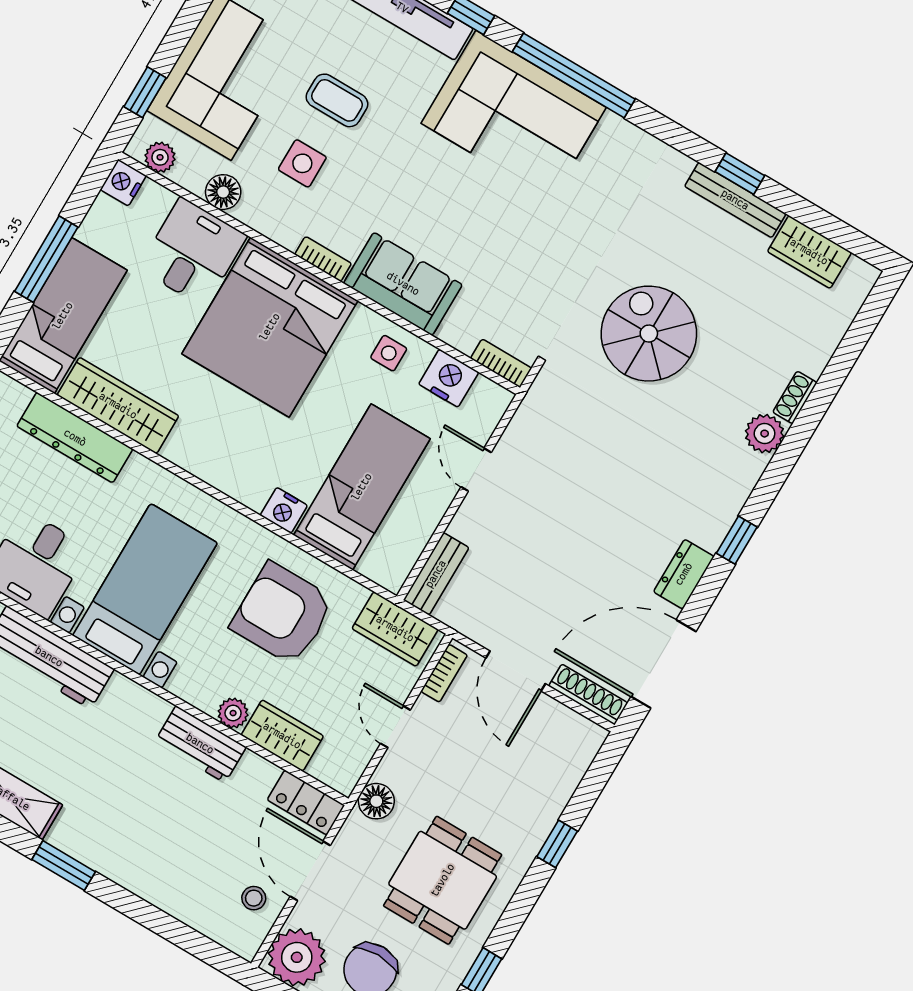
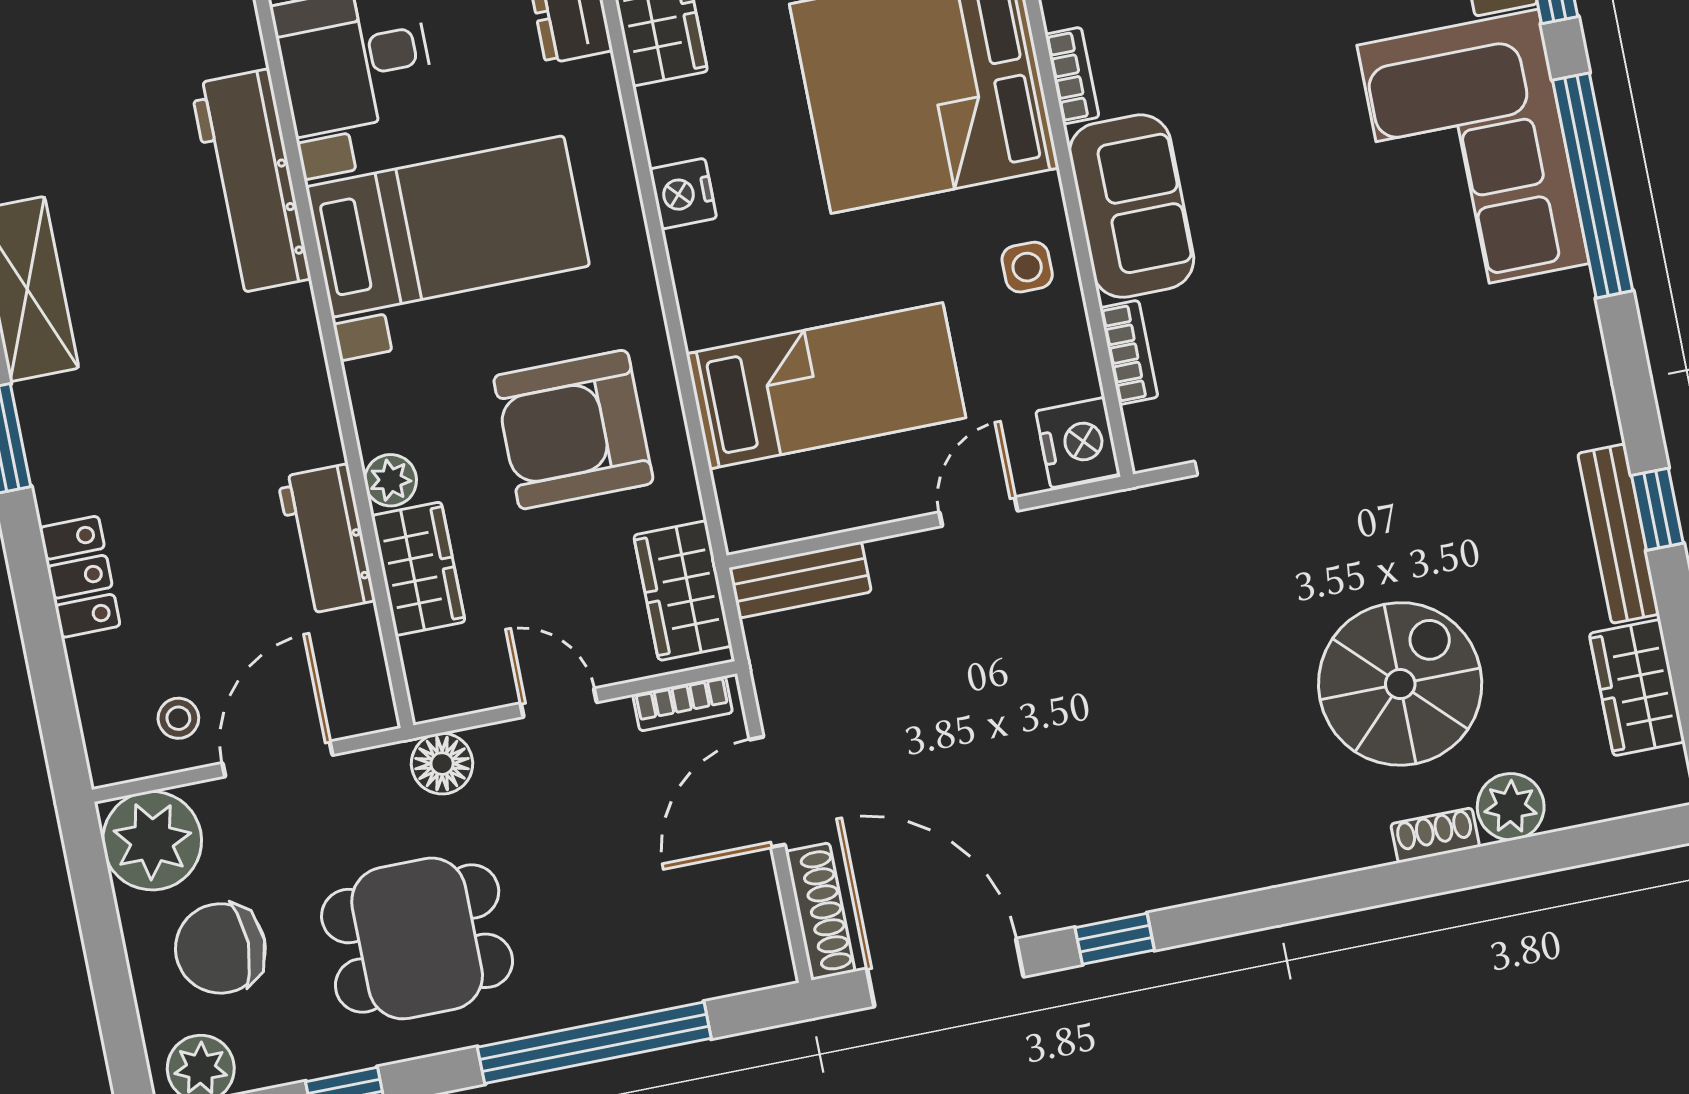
spiral stairs: (649, 334) -> (1400, 684), moved
bookcase: (501, 363) -> (1129, 352), moved
nightstand: (449, 378) -> (1078, 443), moved
plant: (765, 434) -> (1511, 807), moved
nightstand: (284, 510) -> (683, 194), moved
window: (737, 540) -> (1115, 939), moved
dresser: (684, 574) -> (1083, 896), removed
armchair: (282, 614) -> (573, 430), turned -90
door: (395, 727) -> (559, 703), hinge flipped
workbench: (200, 744) -> (326, 539), moved
locker: (306, 803) -> (80, 577), moved, turned 180
window: (557, 844) -> (594, 1043), width x3.17

